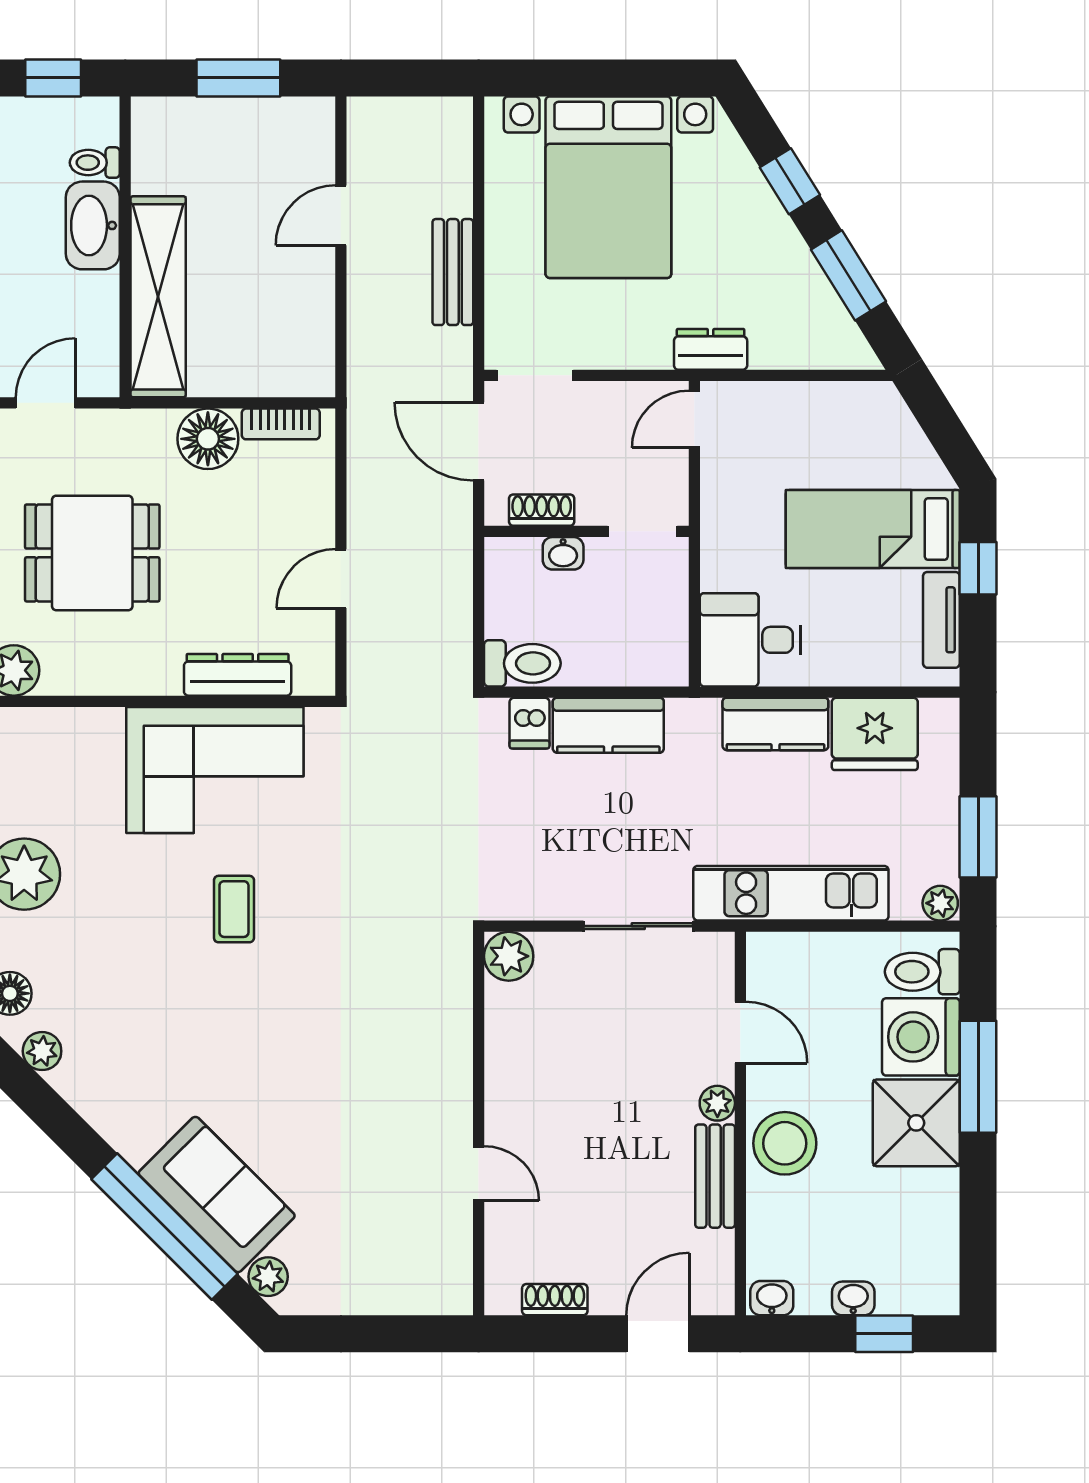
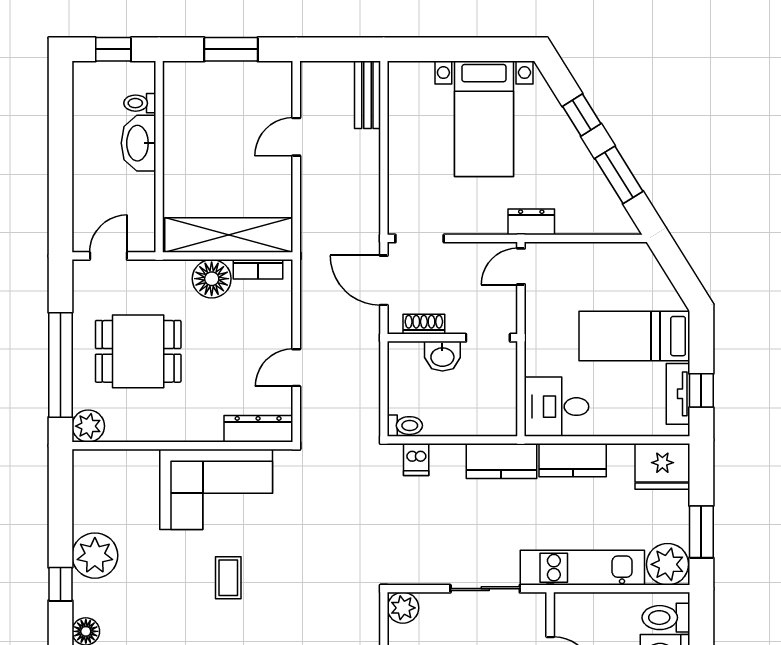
bed with nightstands: (608, 187) -> (484, 119), width x0.73
bench: (453, 272) -> (367, 95), moved
shelving: (158, 297) -> (229, 235), moved, turned 90
washbasin: (563, 553) -> (442, 356), width x1.38, depth x1.45
window: (978, 568) -> (701, 390), moved
toilet: (522, 663) -> (405, 426), width x0.73, depth x0.72
dresser: (238, 675) -> (258, 429), moved
kitchen counter: (608, 725) -> (501, 461), moved
fridge: (875, 734) -> (662, 466), moved
plant: (940, 903) -> (668, 564), width x1.88, depth x1.88

